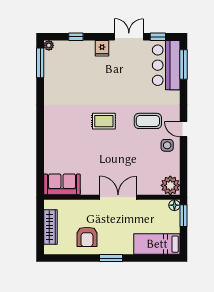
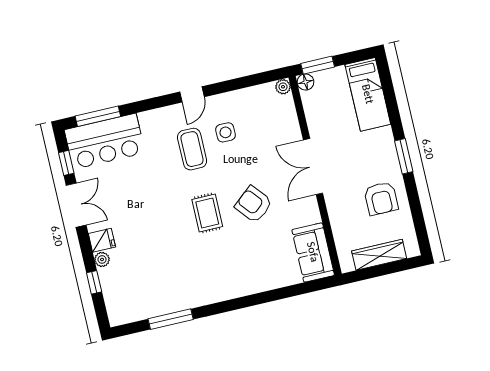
double door: (129, 37) -> (76, 205), swing flipped
plant: (49, 45) -> (102, 259), moved
window: (40, 63) -> (171, 319), moved
side table: (167, 145) -> (225, 132), moved
armchair: (102, 153) -> (254, 204), added
plant: (170, 185) -> (283, 87), width x0.53, depth x0.53
armchair: (87, 237) -> (381, 198), turned 90

